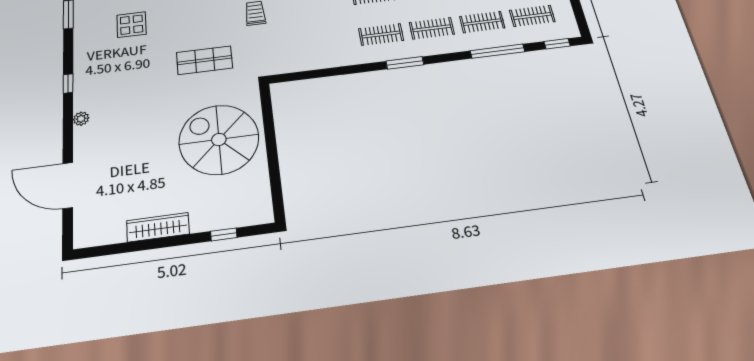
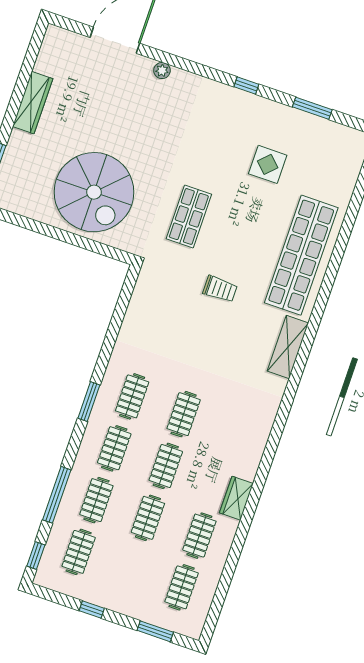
window: (68, 84) -> (246, 86), moved
plant: (81, 119) -> (162, 71), moved
spiral stairs: (219, 139) -> (94, 192), turned 90

